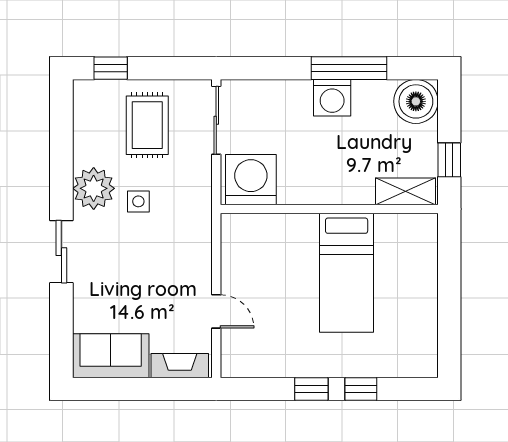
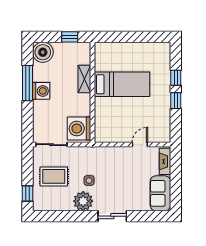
shelving: (406, 191) -> (84, 79), moved

